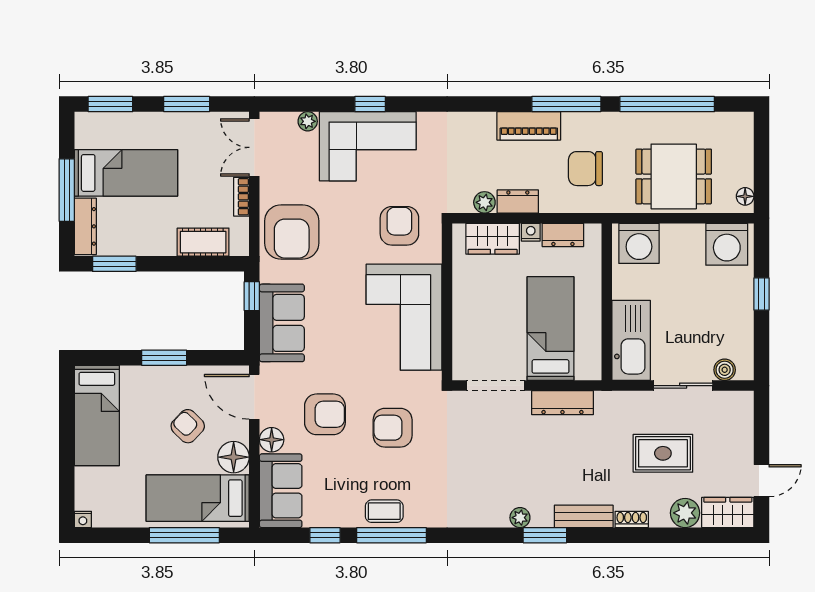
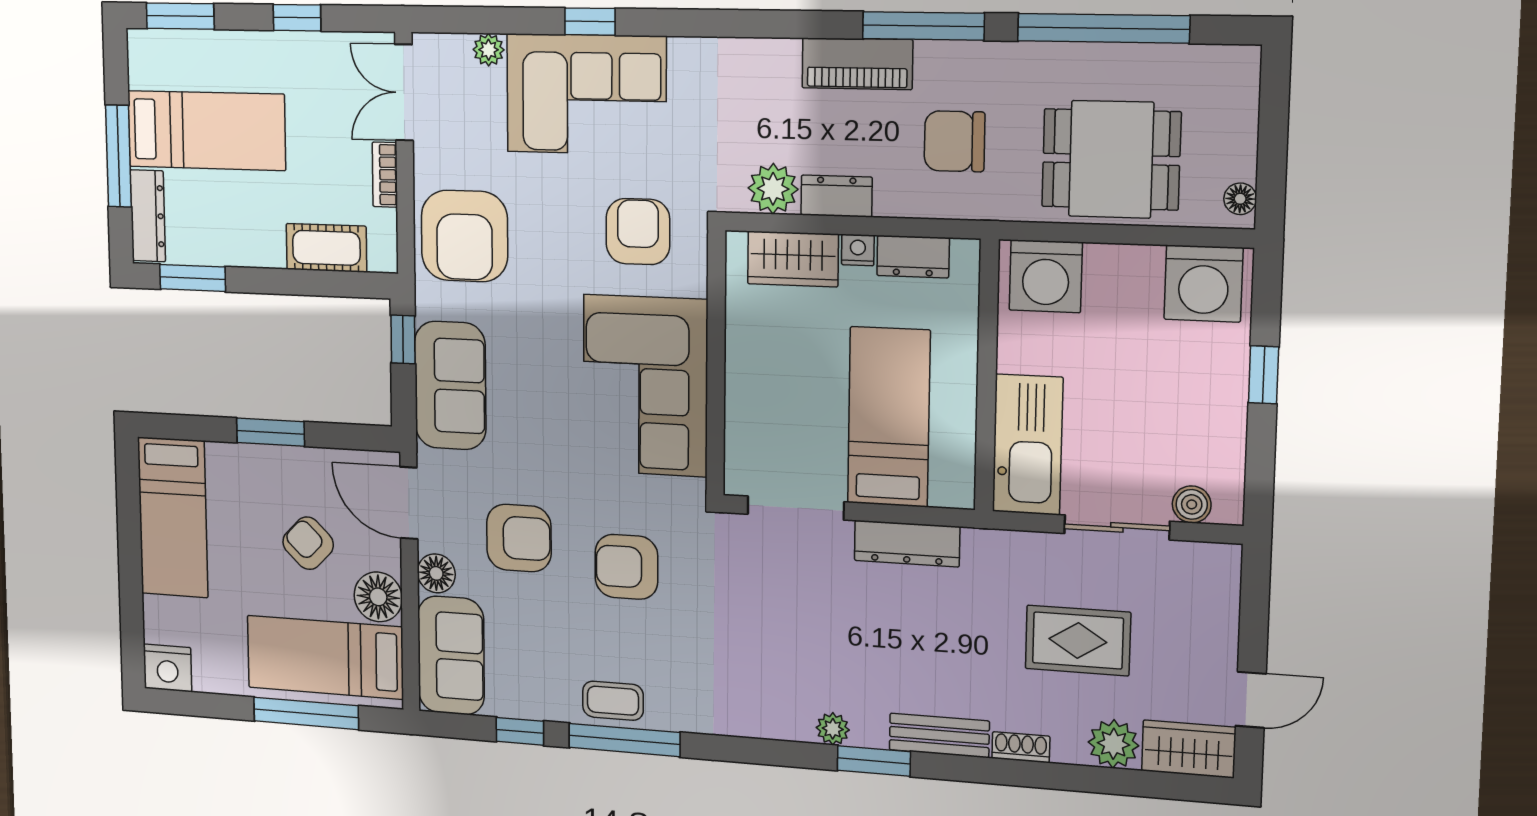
window: (187, 104) -> (297, 18), width x0.67
plant: (484, 202) -> (773, 189), width x1.38, depth x1.38
nightstand: (83, 519) -> (168, 668), width x1.89, depth x1.79

